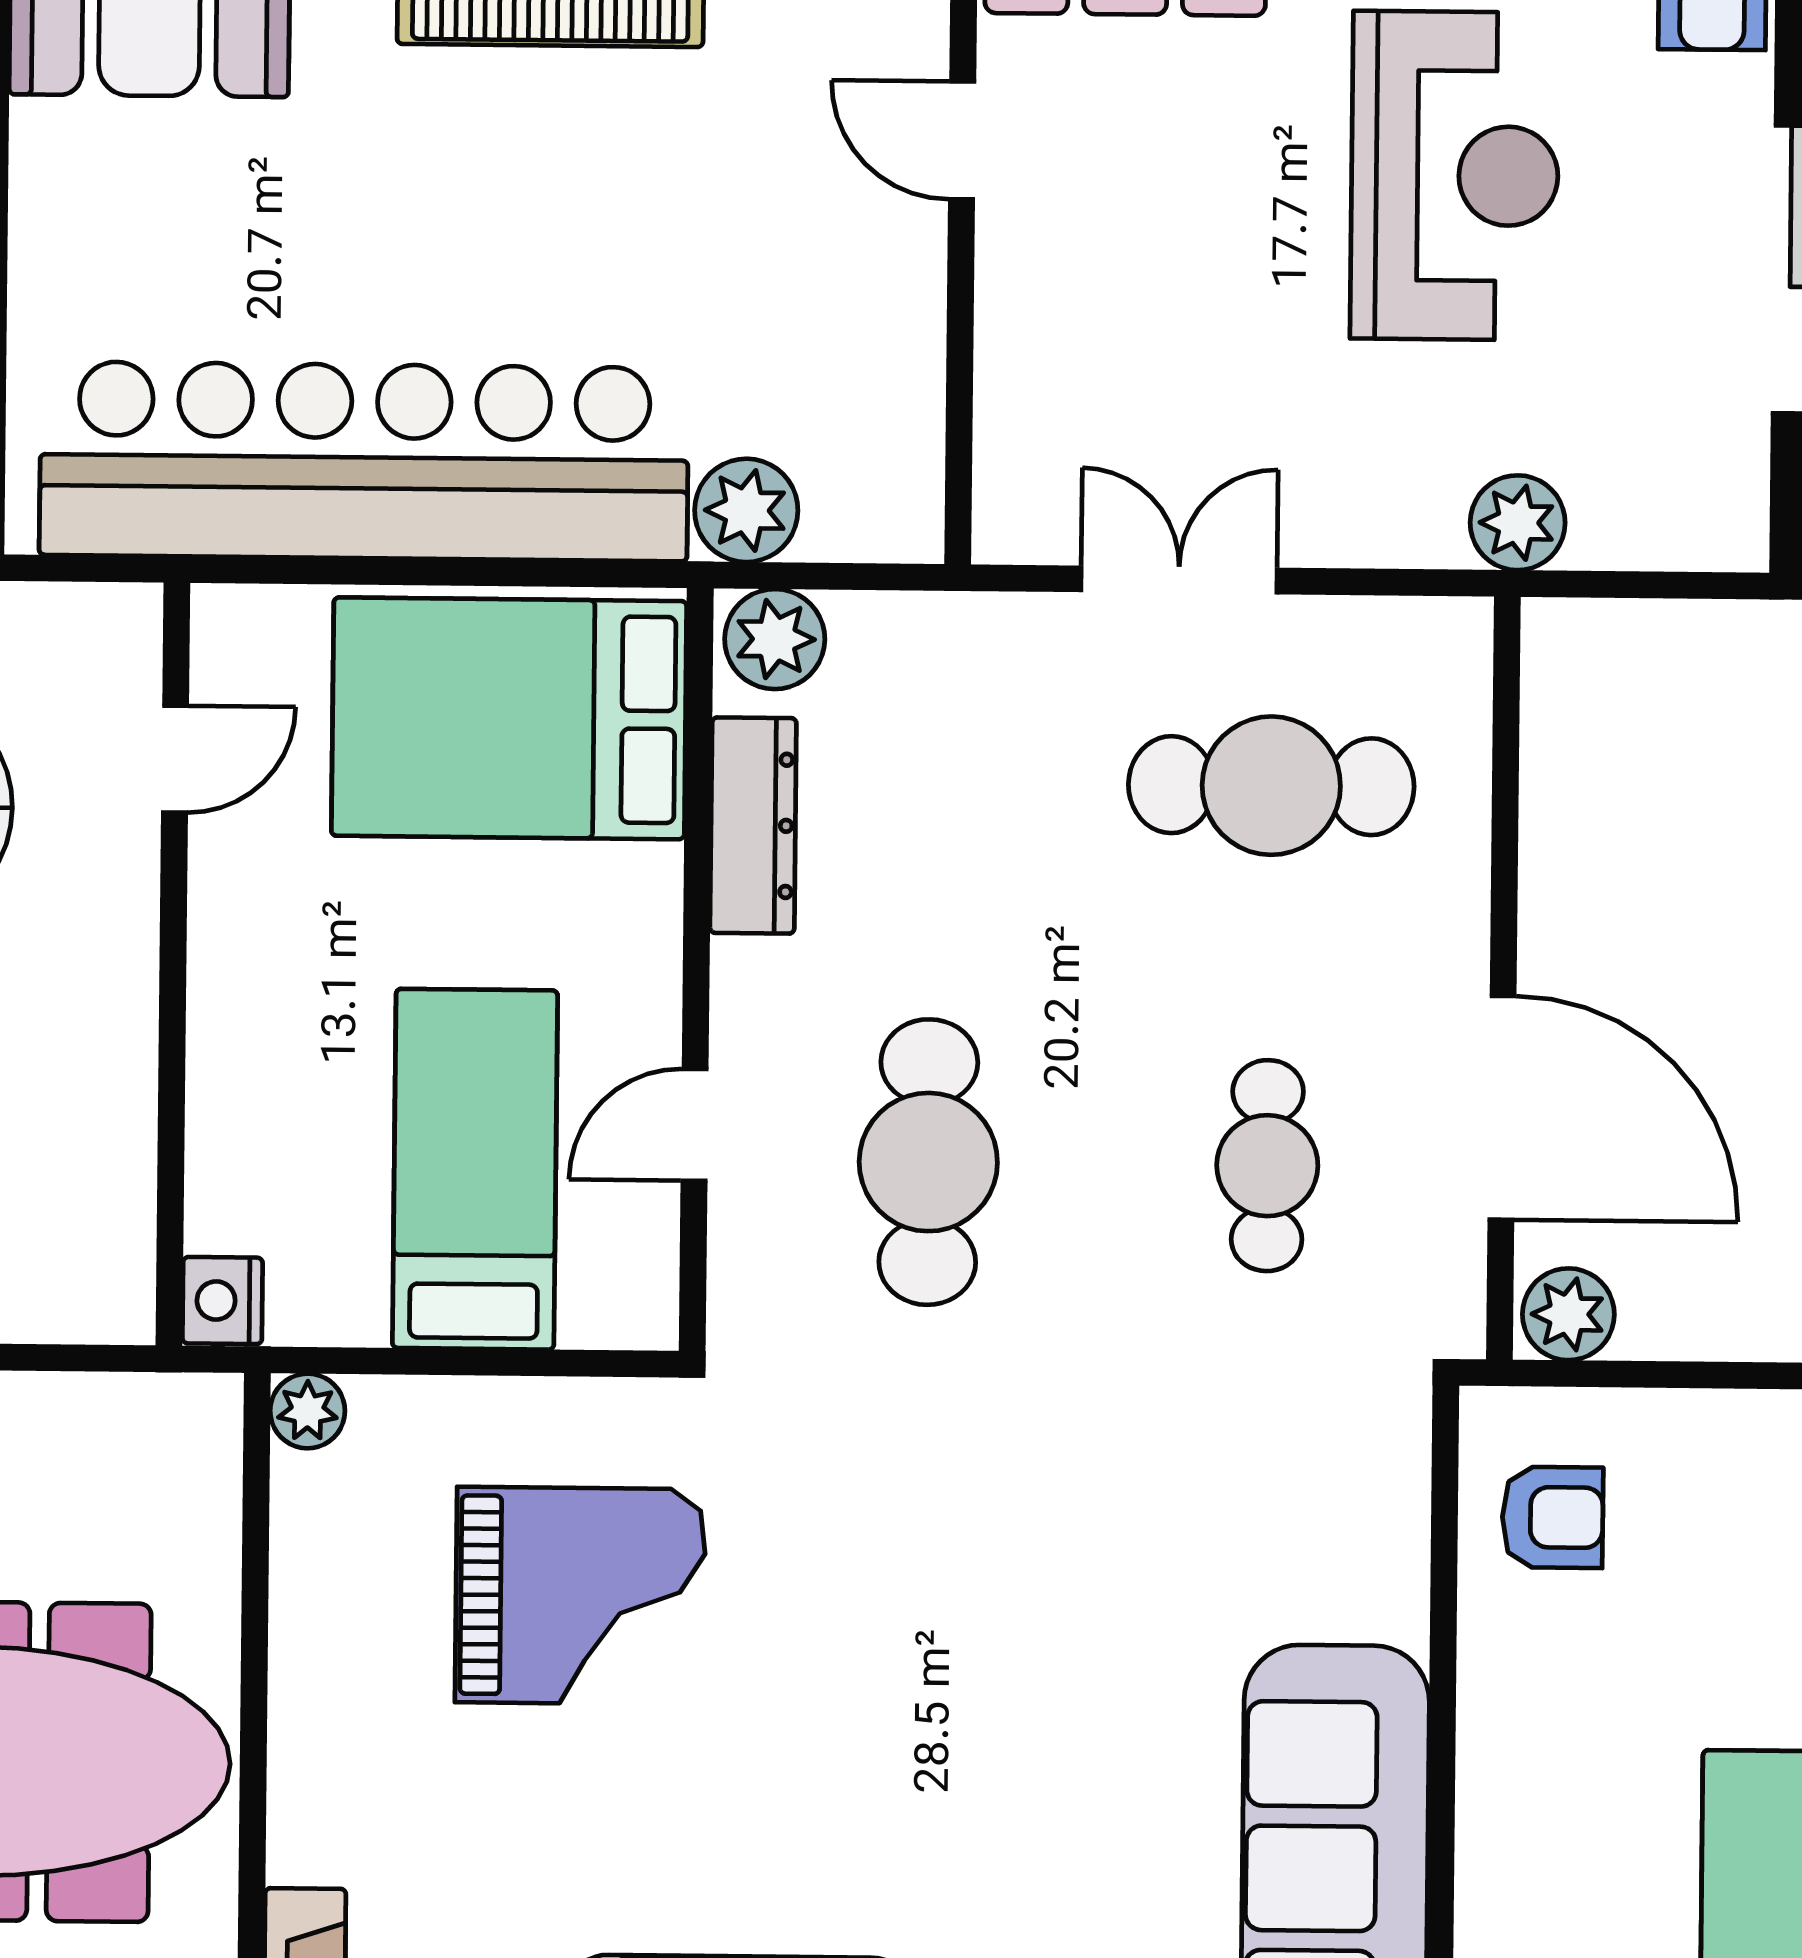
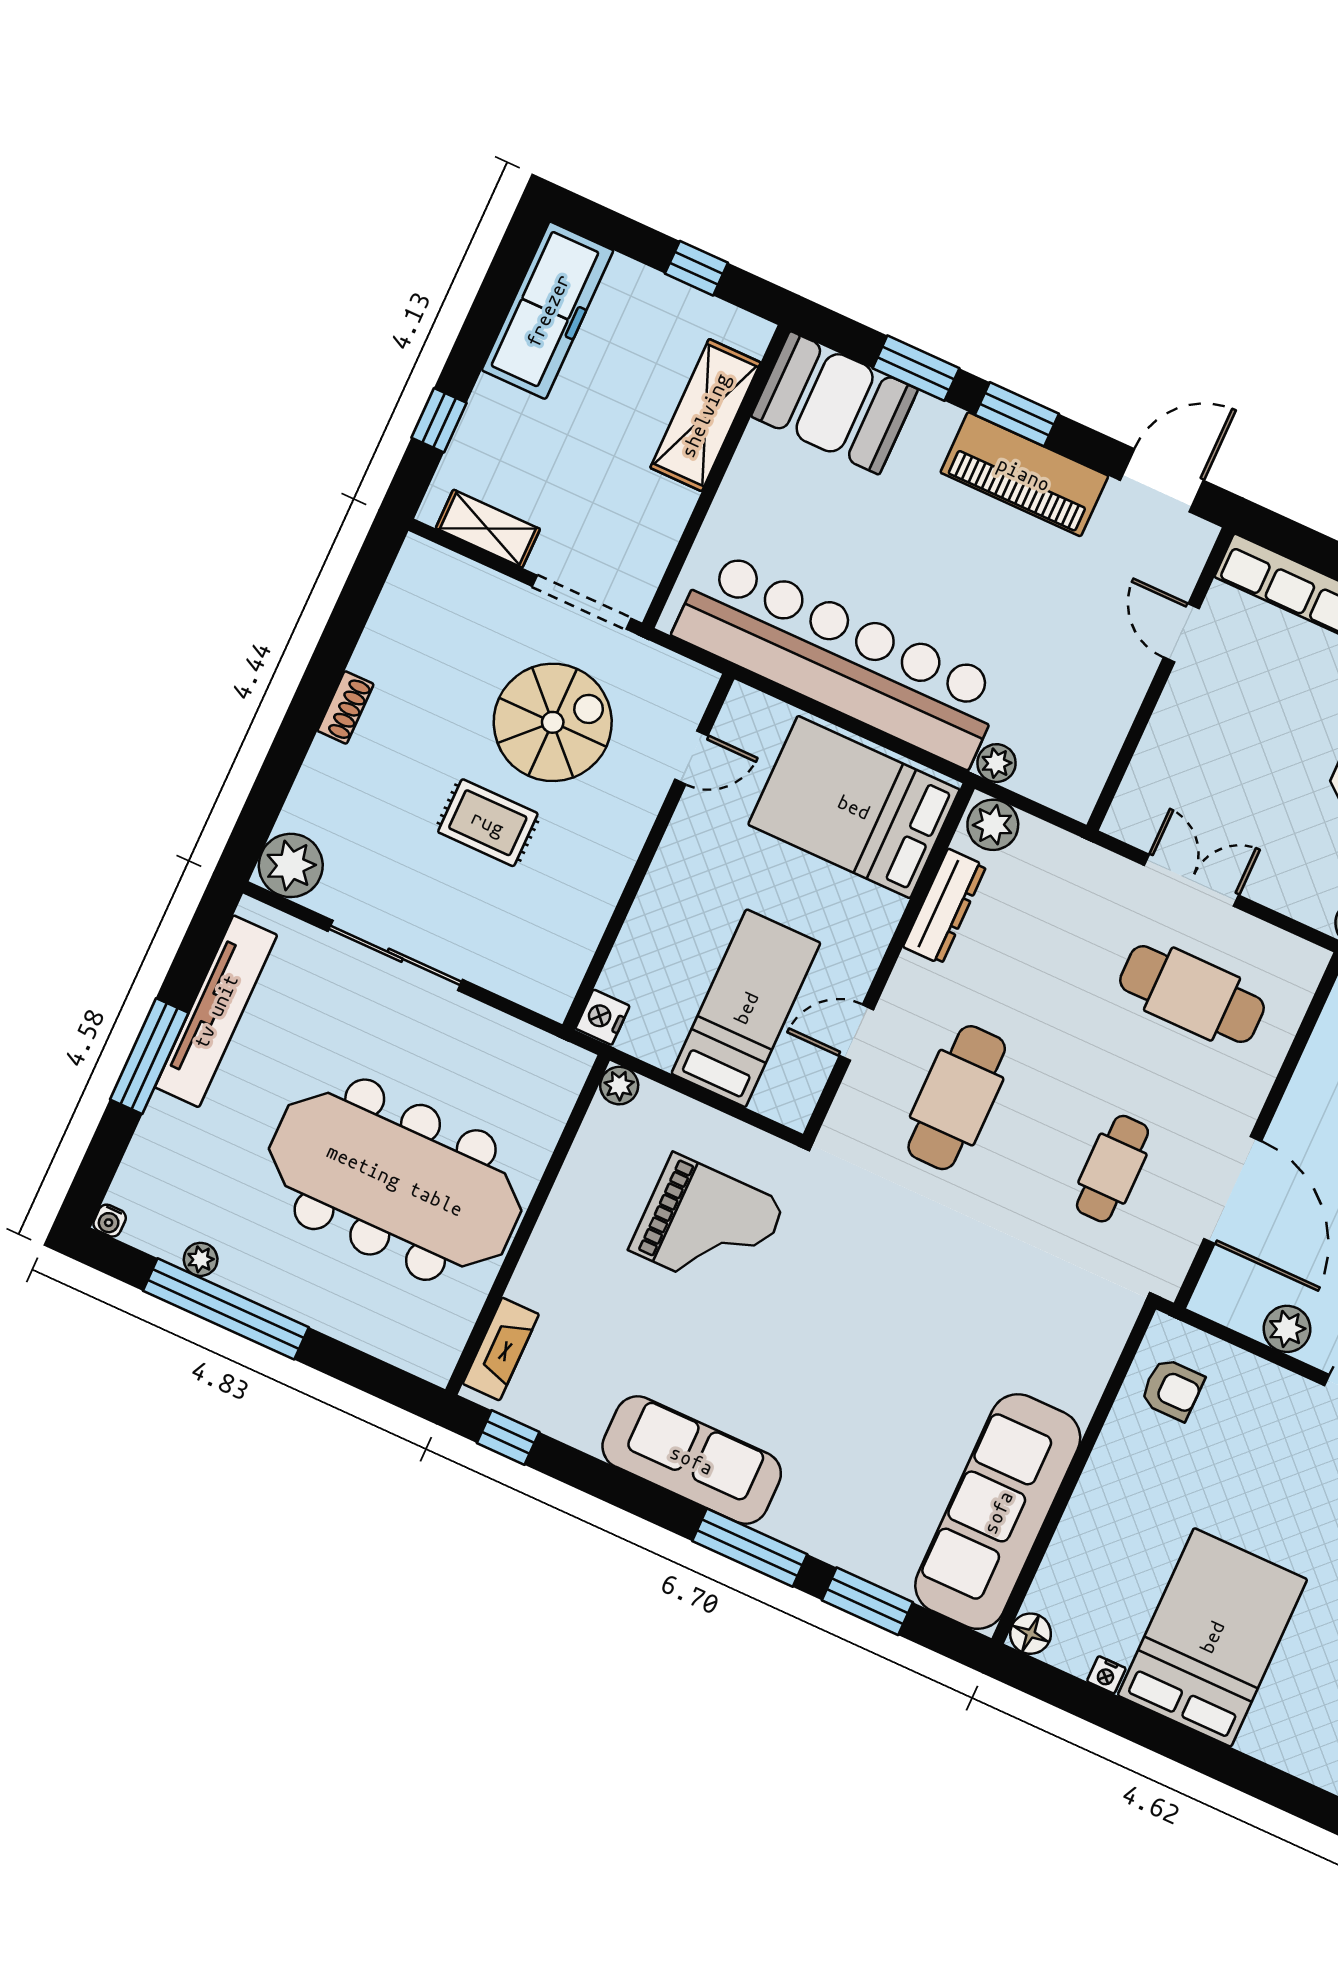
plant: (746, 510) -> (997, 763), width x0.73, depth x0.73
plant: (1568, 1314) -> (1287, 1329), moved

